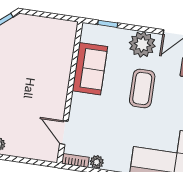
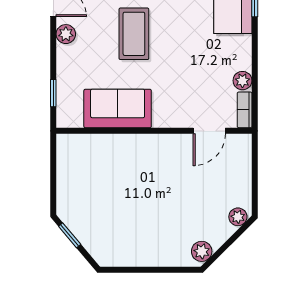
plant: (142, 44) -> (66, 34), width x0.53, depth x0.53
coffee table: (142, 88) -> (134, 34), turned 90

